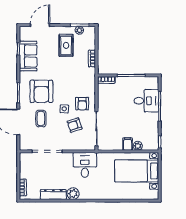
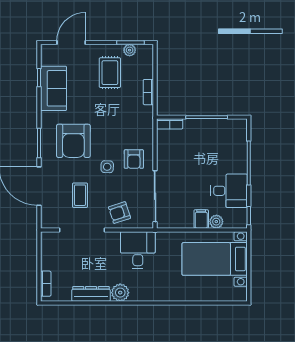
desk: (146, 101) -> (229, 191), moved
coffee table: (41, 119) -> (80, 195), moved
armchair: (75, 125) -> (120, 213), moved

